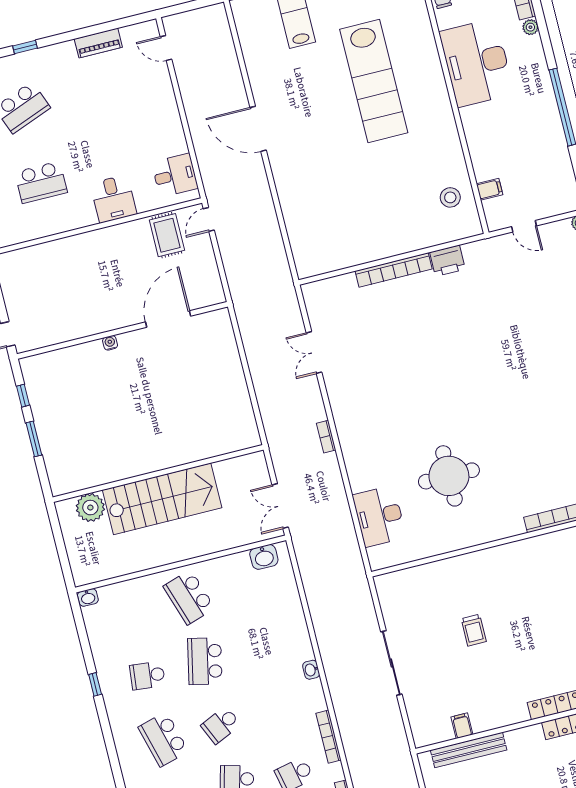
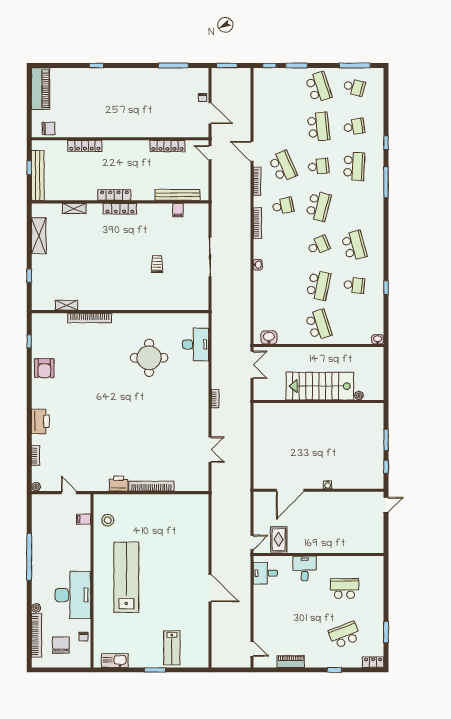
lab bench: (374, 81) -> (126, 577), moved
plant: (90, 508) -> (359, 396), width x0.53, depth x0.53

